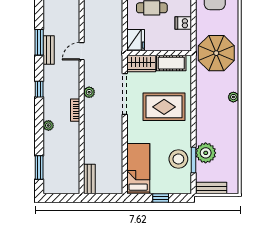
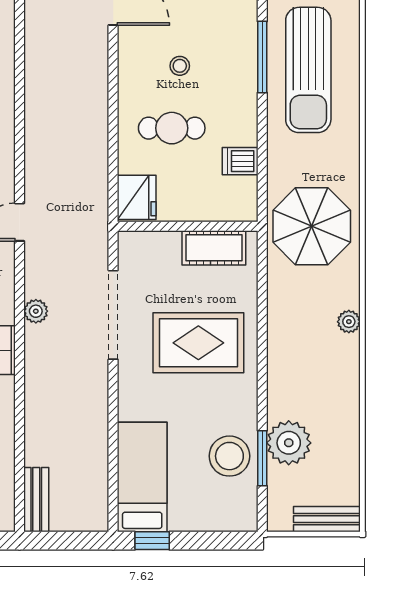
wardrobe: (141, 63) -> (149, 249), removed
bench: (211, 188) -> (327, 519), moved
window: (161, 198) -> (152, 541), moved

